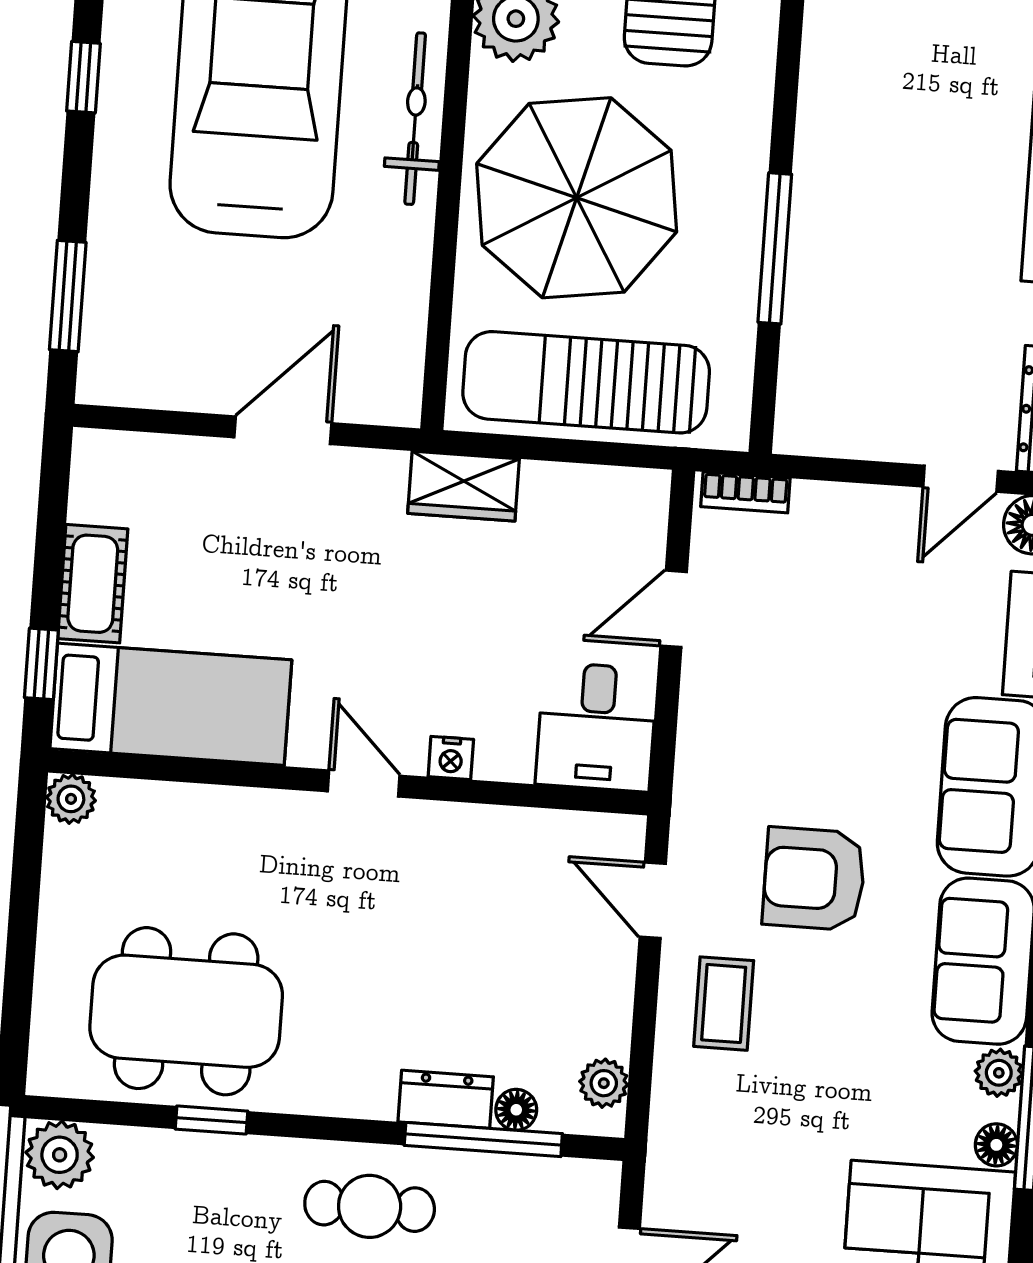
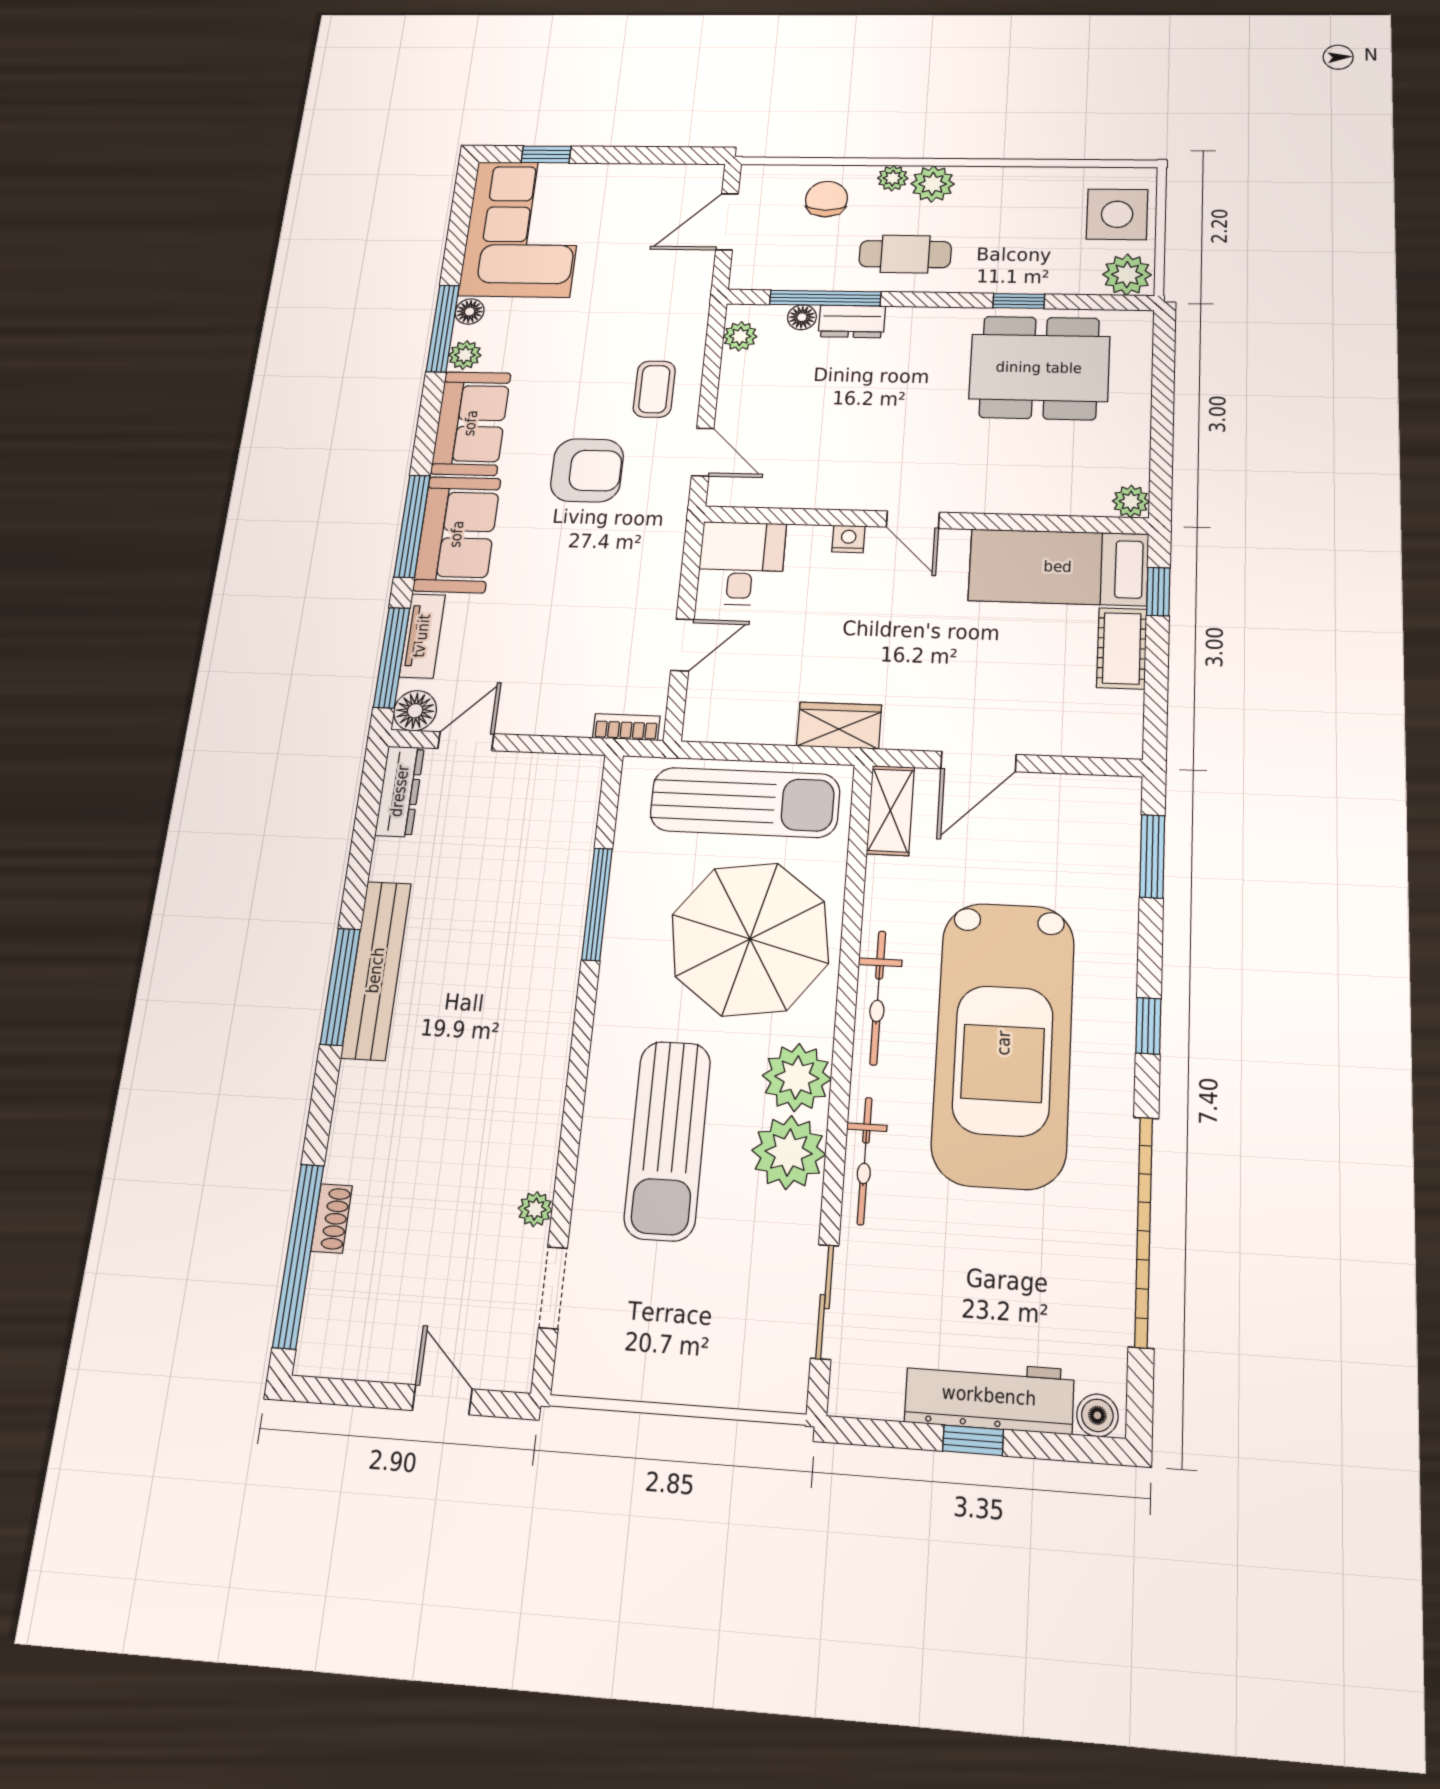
shelving: (397, 366) -> (890, 810), added

